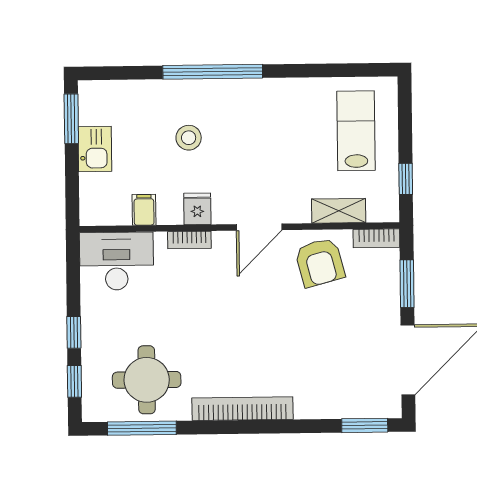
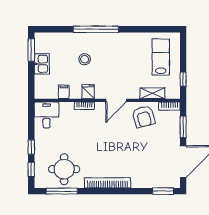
desk: (117, 261) -> (47, 115), width x0.73

